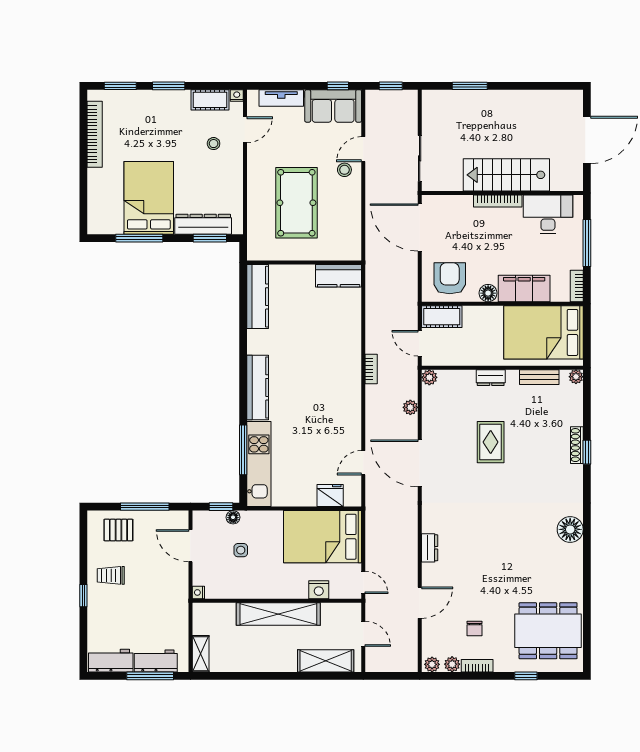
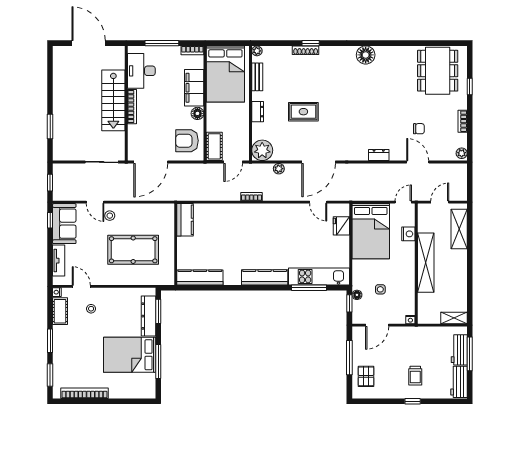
plant: (429, 377) -> (262, 150), width x1.87, depth x1.87
trolley: (111, 575) -> (415, 376), moved
chair: (474, 629) -> (419, 129), moved
plant: (452, 664) -> (461, 139), removed

